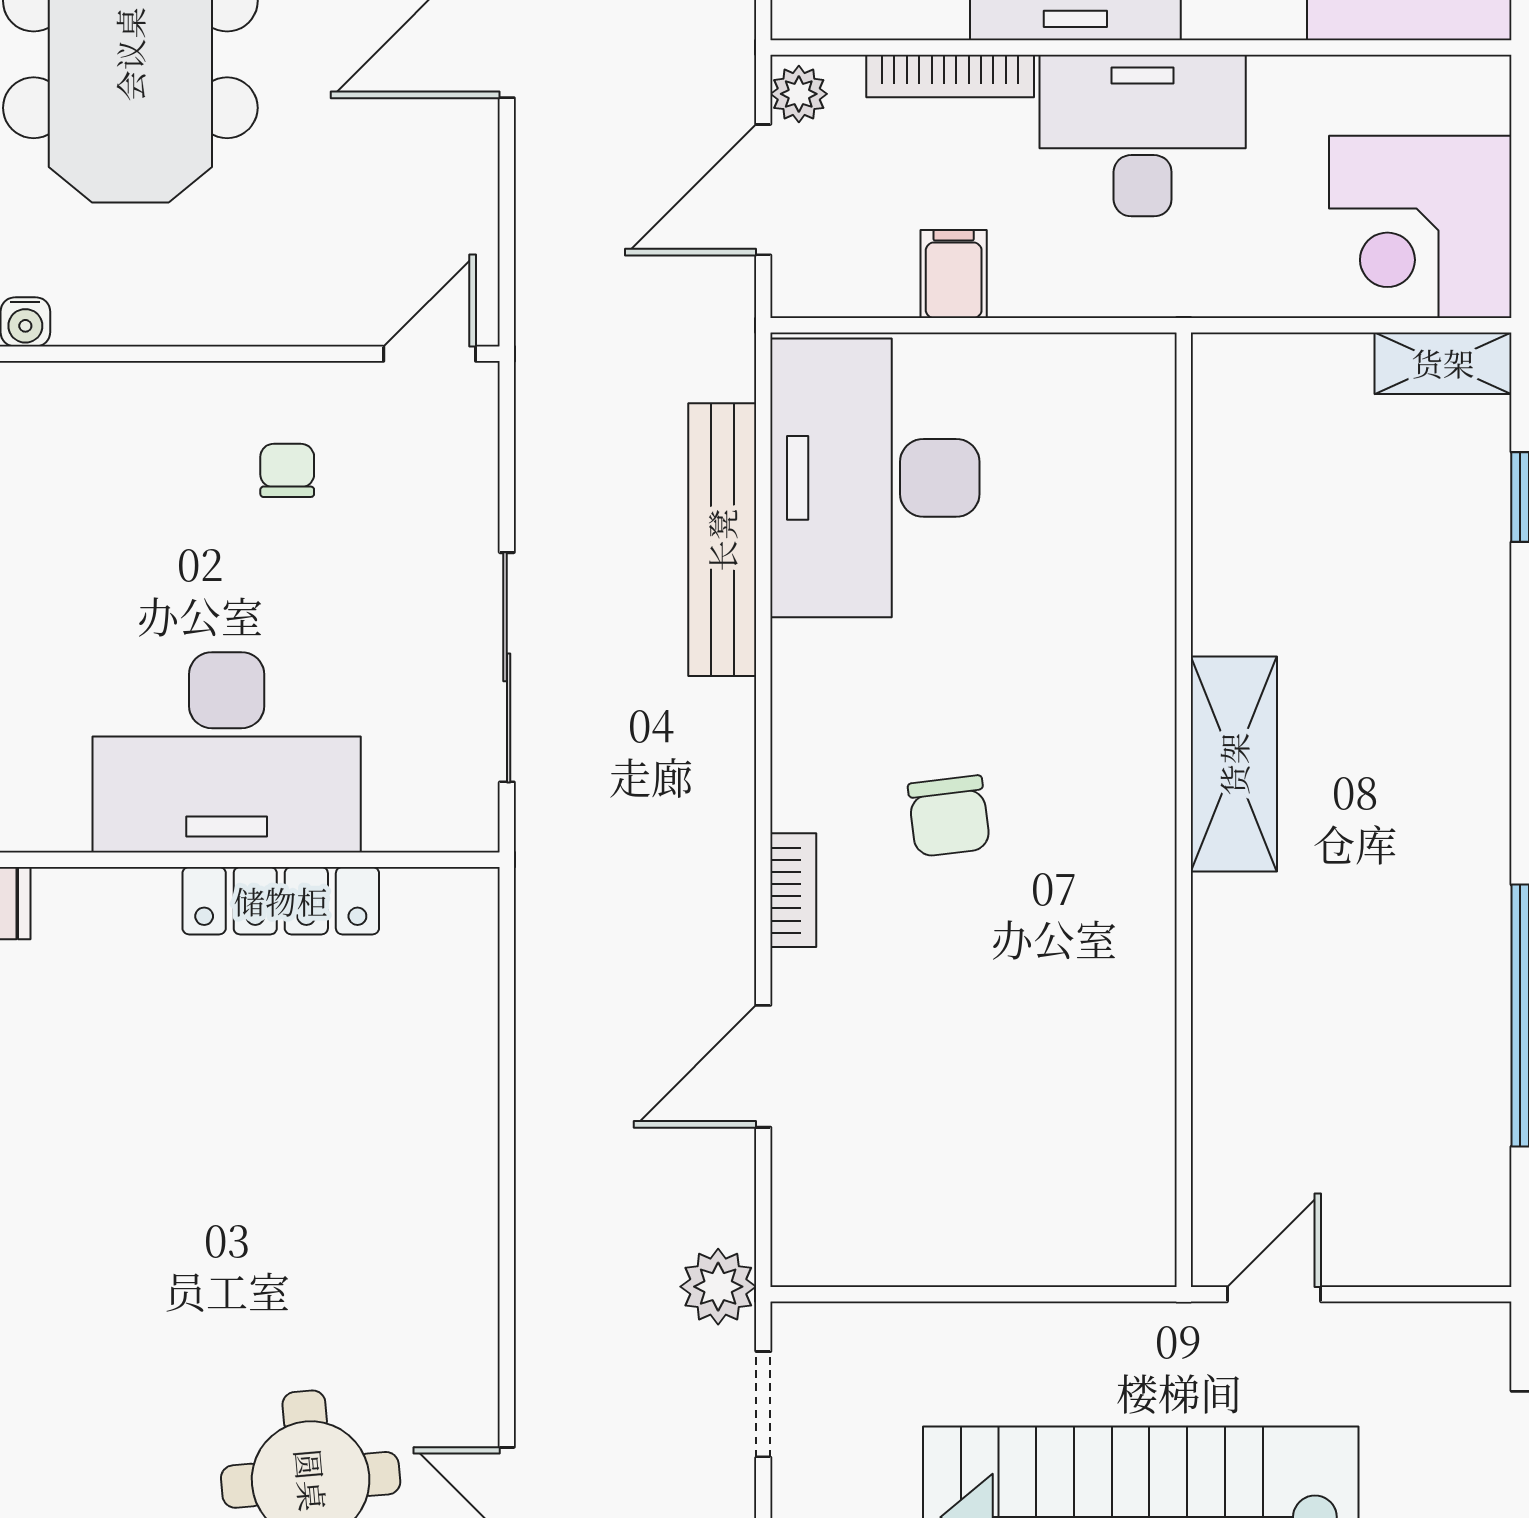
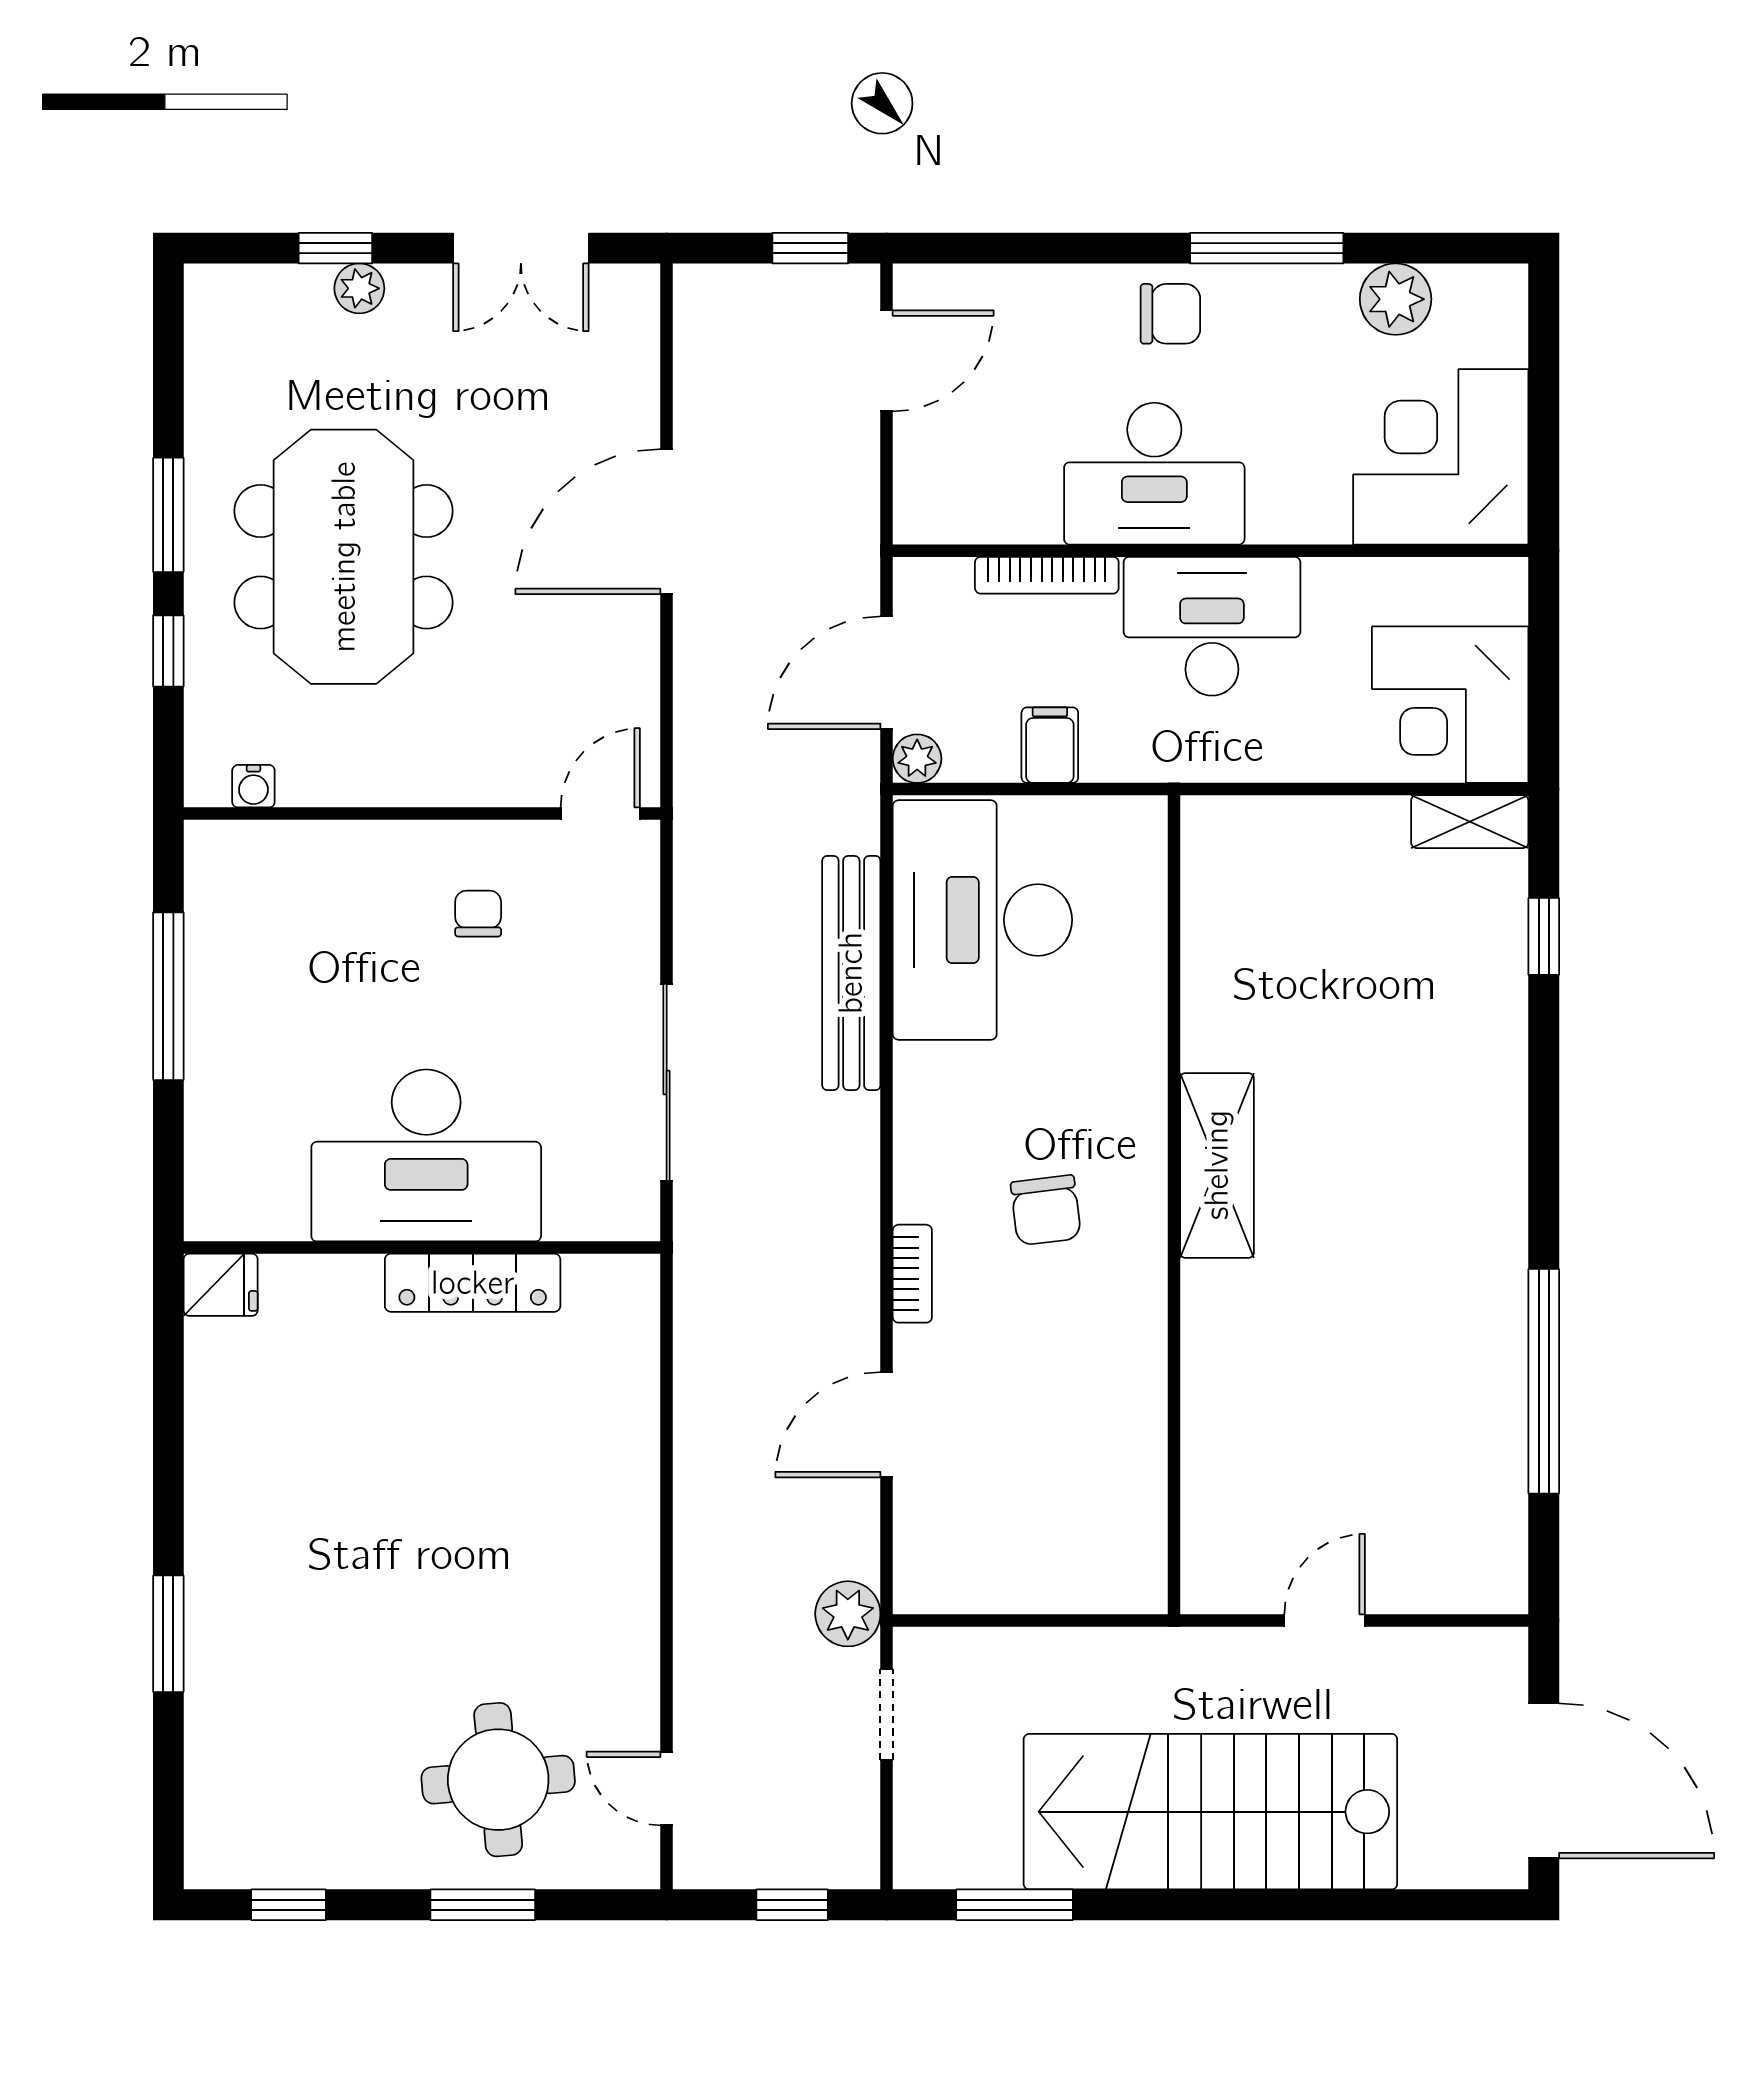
plant: (799, 94) -> (917, 759), moved
shelving: (1234, 764) -> (1217, 1165), moved
wall: (1184, 810) -> (1174, 1205), moved

